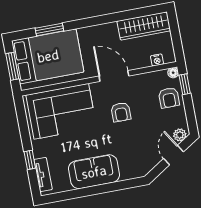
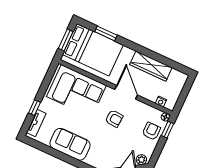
wardrobe: (144, 26) -> (151, 66), moved
armchair: (169, 98) -> (151, 131), turned 180
armchair: (121, 112) -> (114, 118), turned -86

